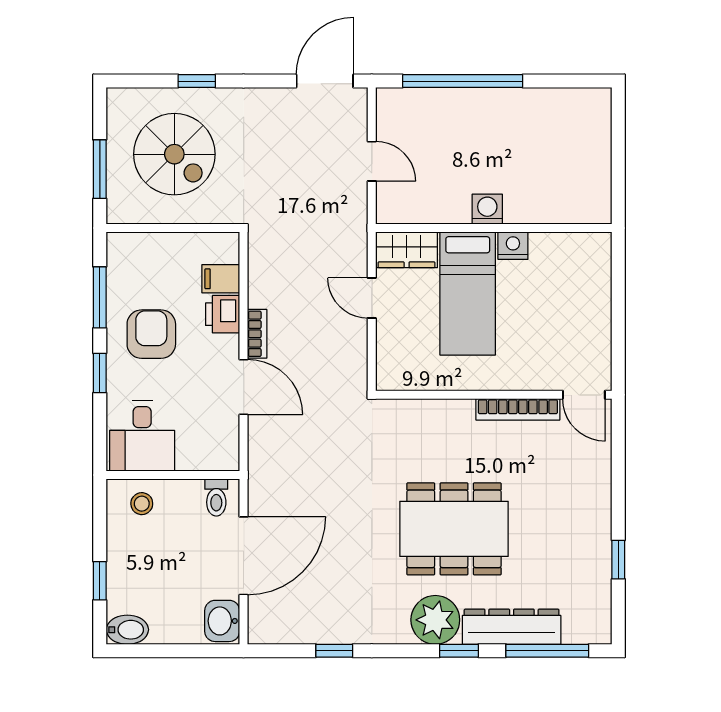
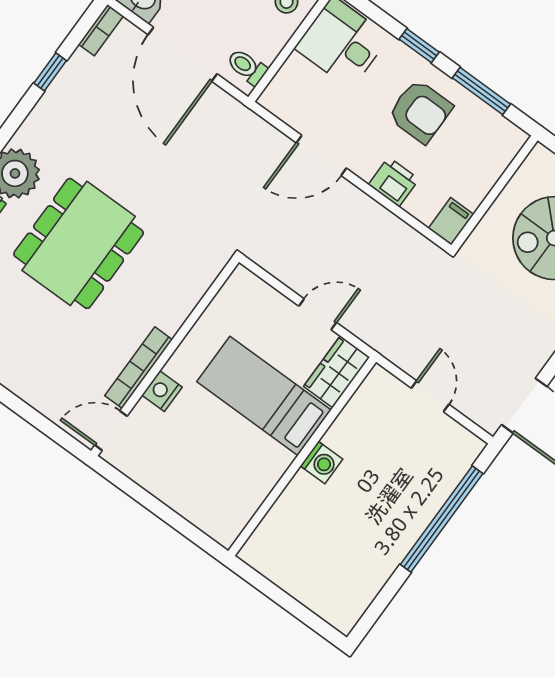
door: (372, 161) -> (430, 396), swing flipped
nightstand: (513, 246) -> (162, 391), moved, turned 180
filing cabinet: (221, 279) -> (451, 221), moved
bookcase: (257, 334) -> (101, 30), moved, turned -90

